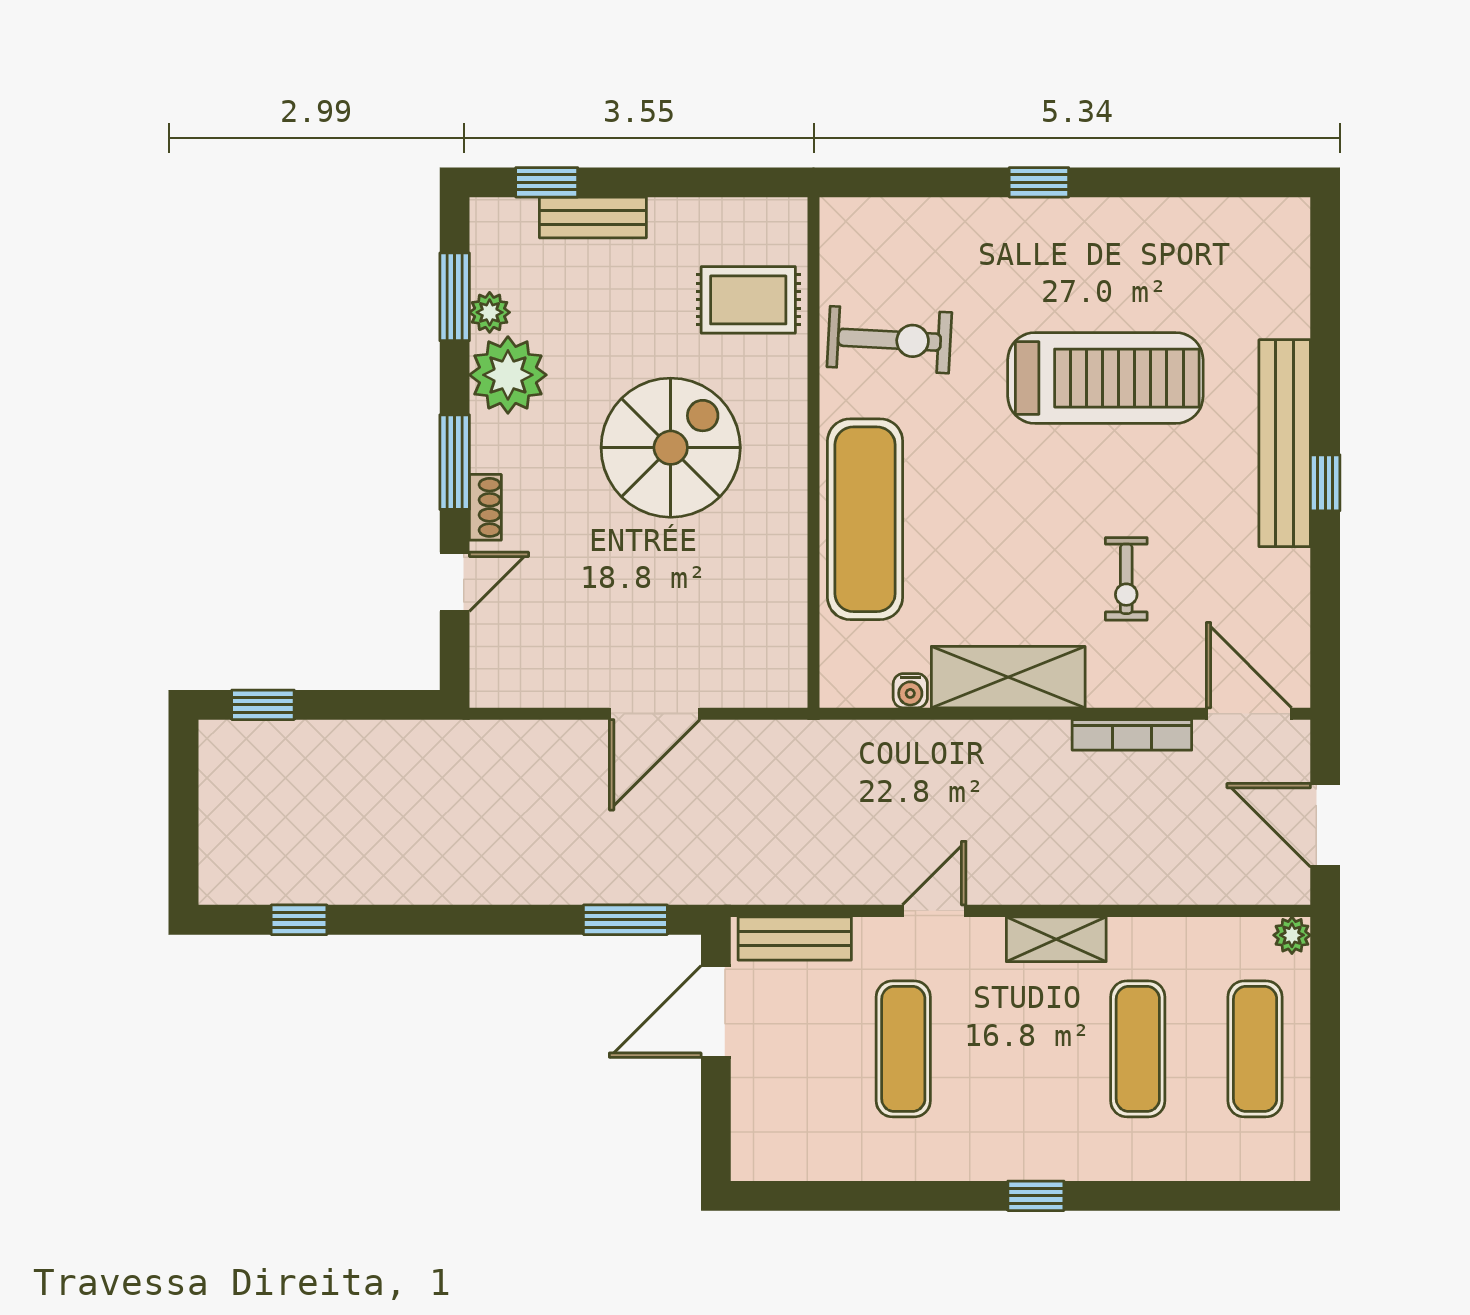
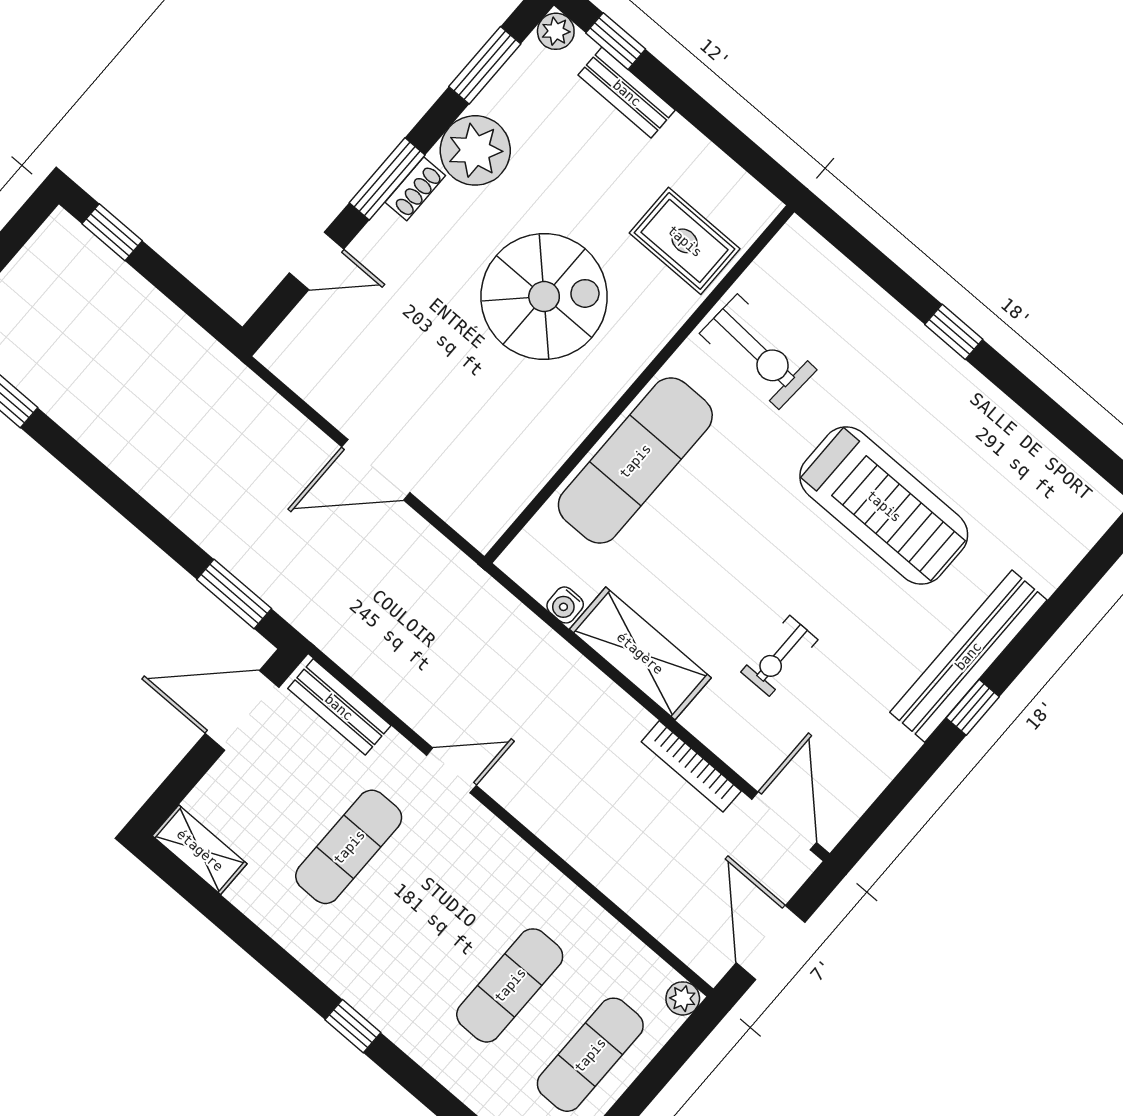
plant: (490, 312) -> (556, 31), moved
shoe rack: (485, 507) -> (415, 189), moved
shelving: (1056, 939) -> (200, 850), moved

